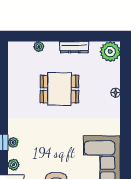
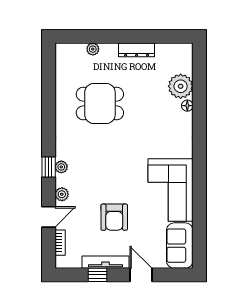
plant: (110, 52) -> (181, 86), moved
dining table: (59, 89) -> (100, 104), moved

